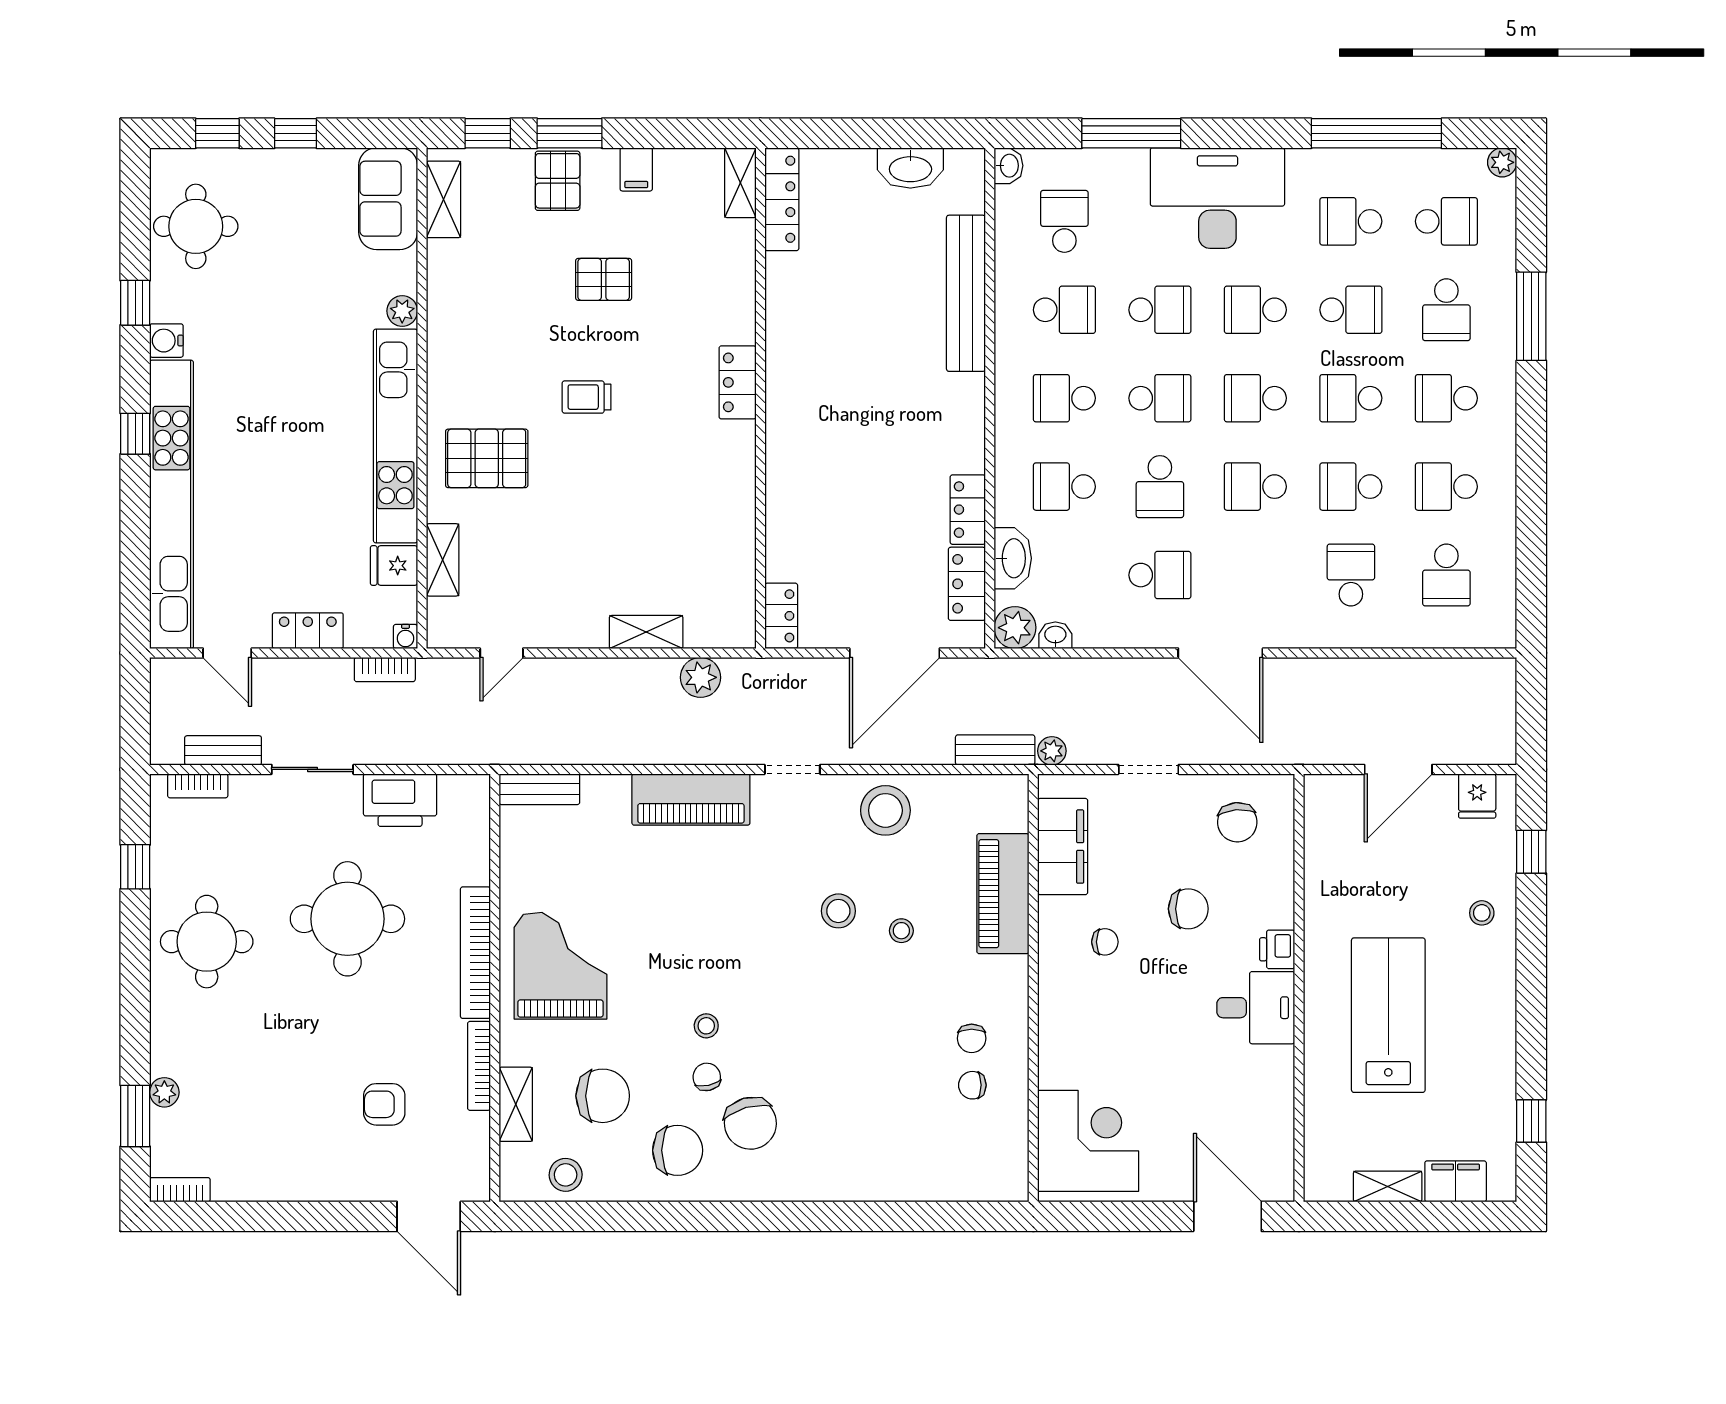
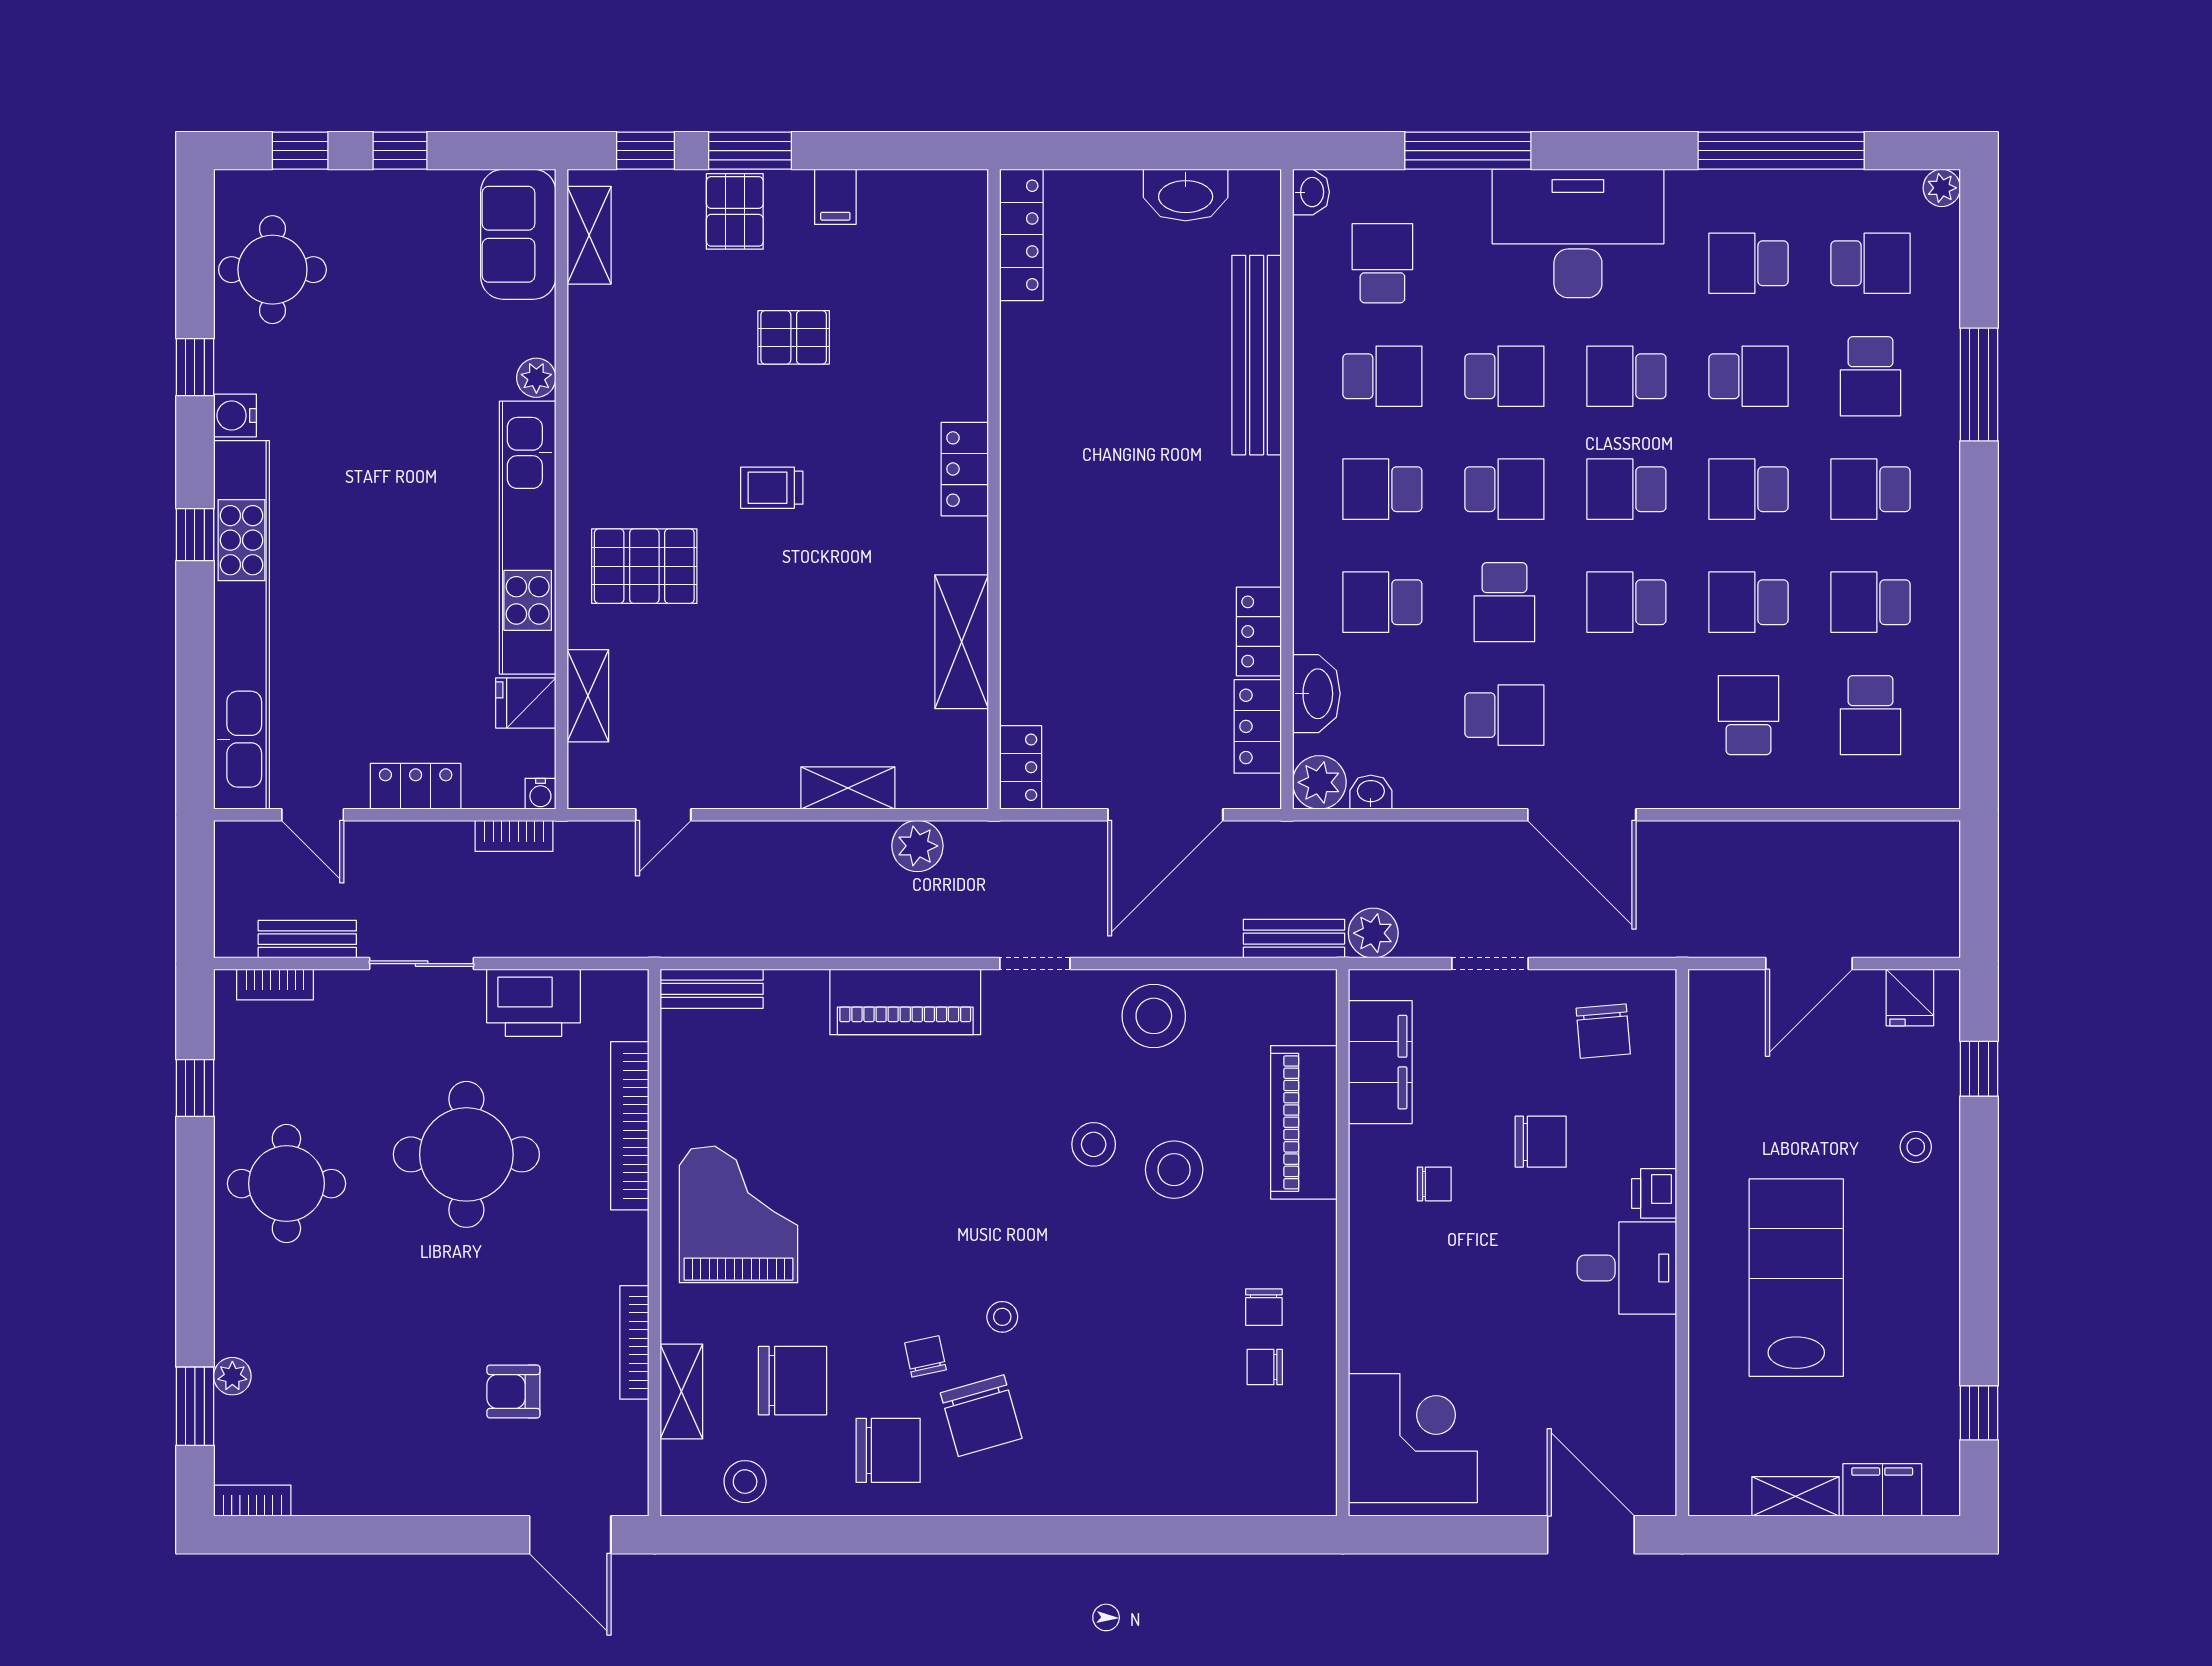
shelving: (740, 183) -> (962, 642), moved, width x1.50, depth x1.33
plant: (1052, 751) -> (1373, 933), width x1.38, depth x1.38
stool: (901, 931) -> (1174, 1170), width x1.89, depth x1.89
bookcase: (475, 953) -> (630, 1126), moved
stool: (706, 1026) -> (1002, 1317), moved

